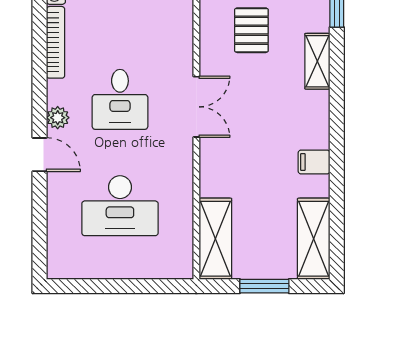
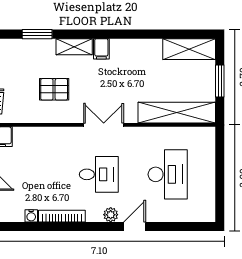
filing cabinet: (314, 162) -> (101, 49), moved
shelving: (215, 239) -> (177, 113), width x1.47

